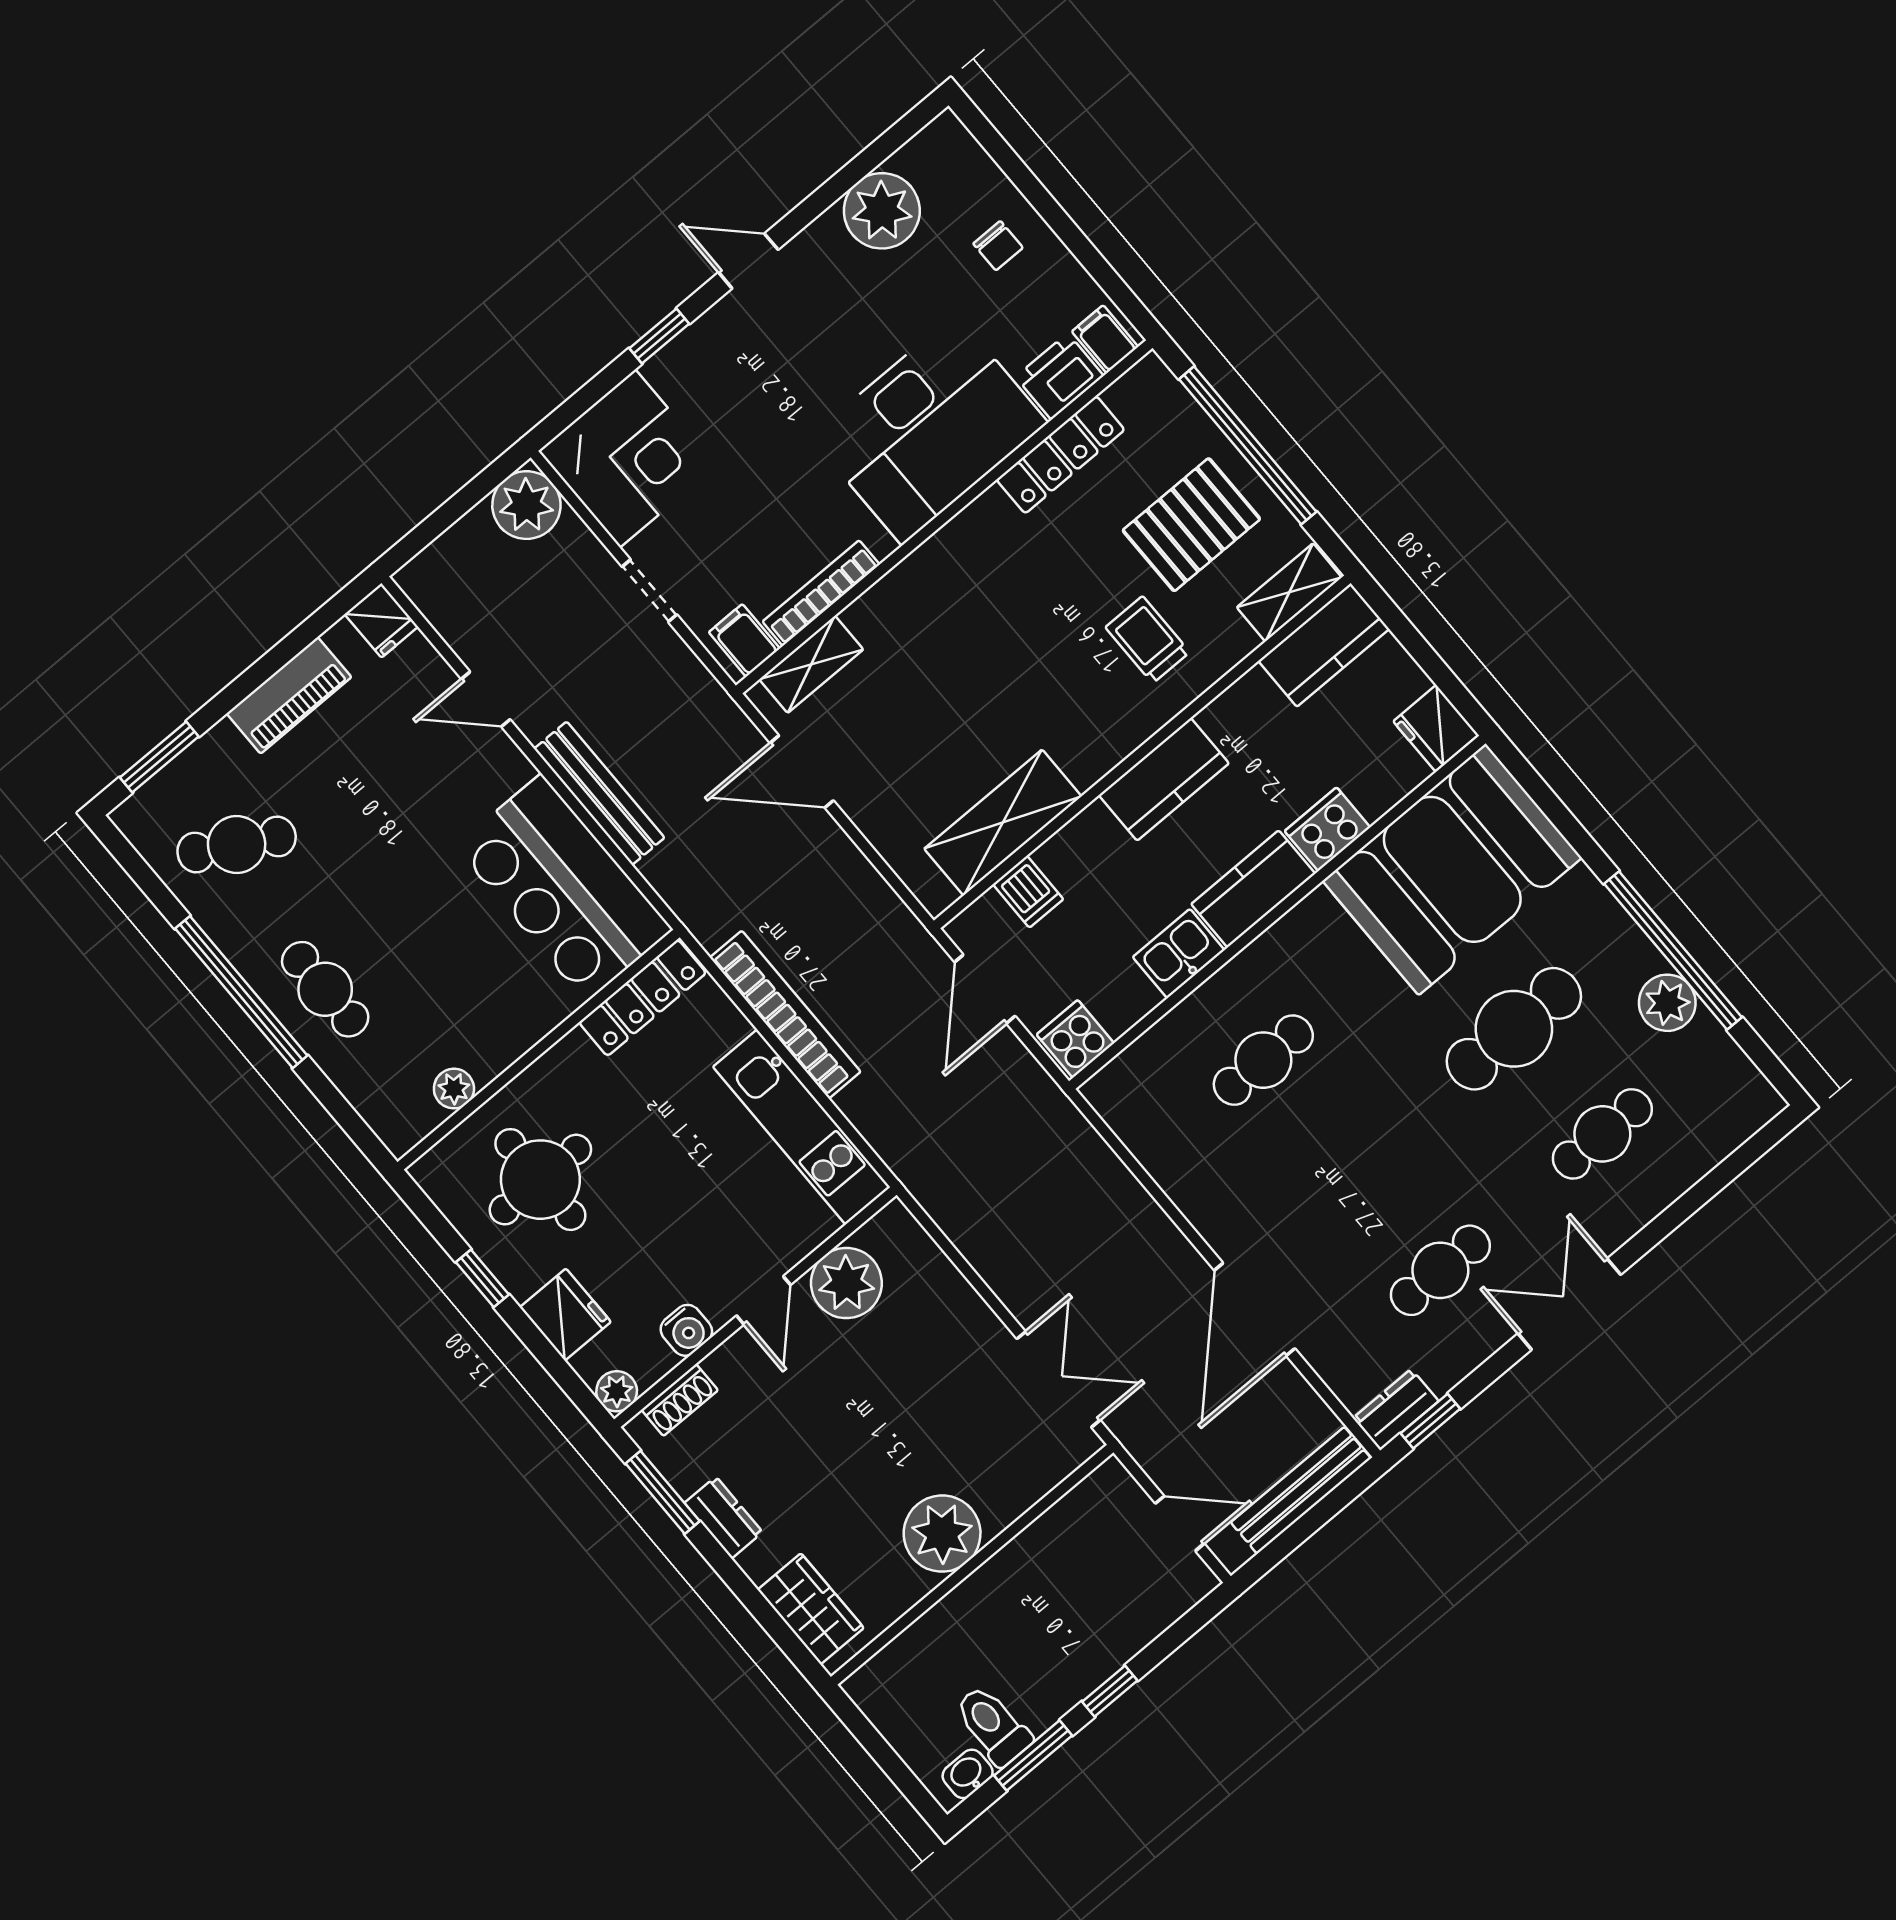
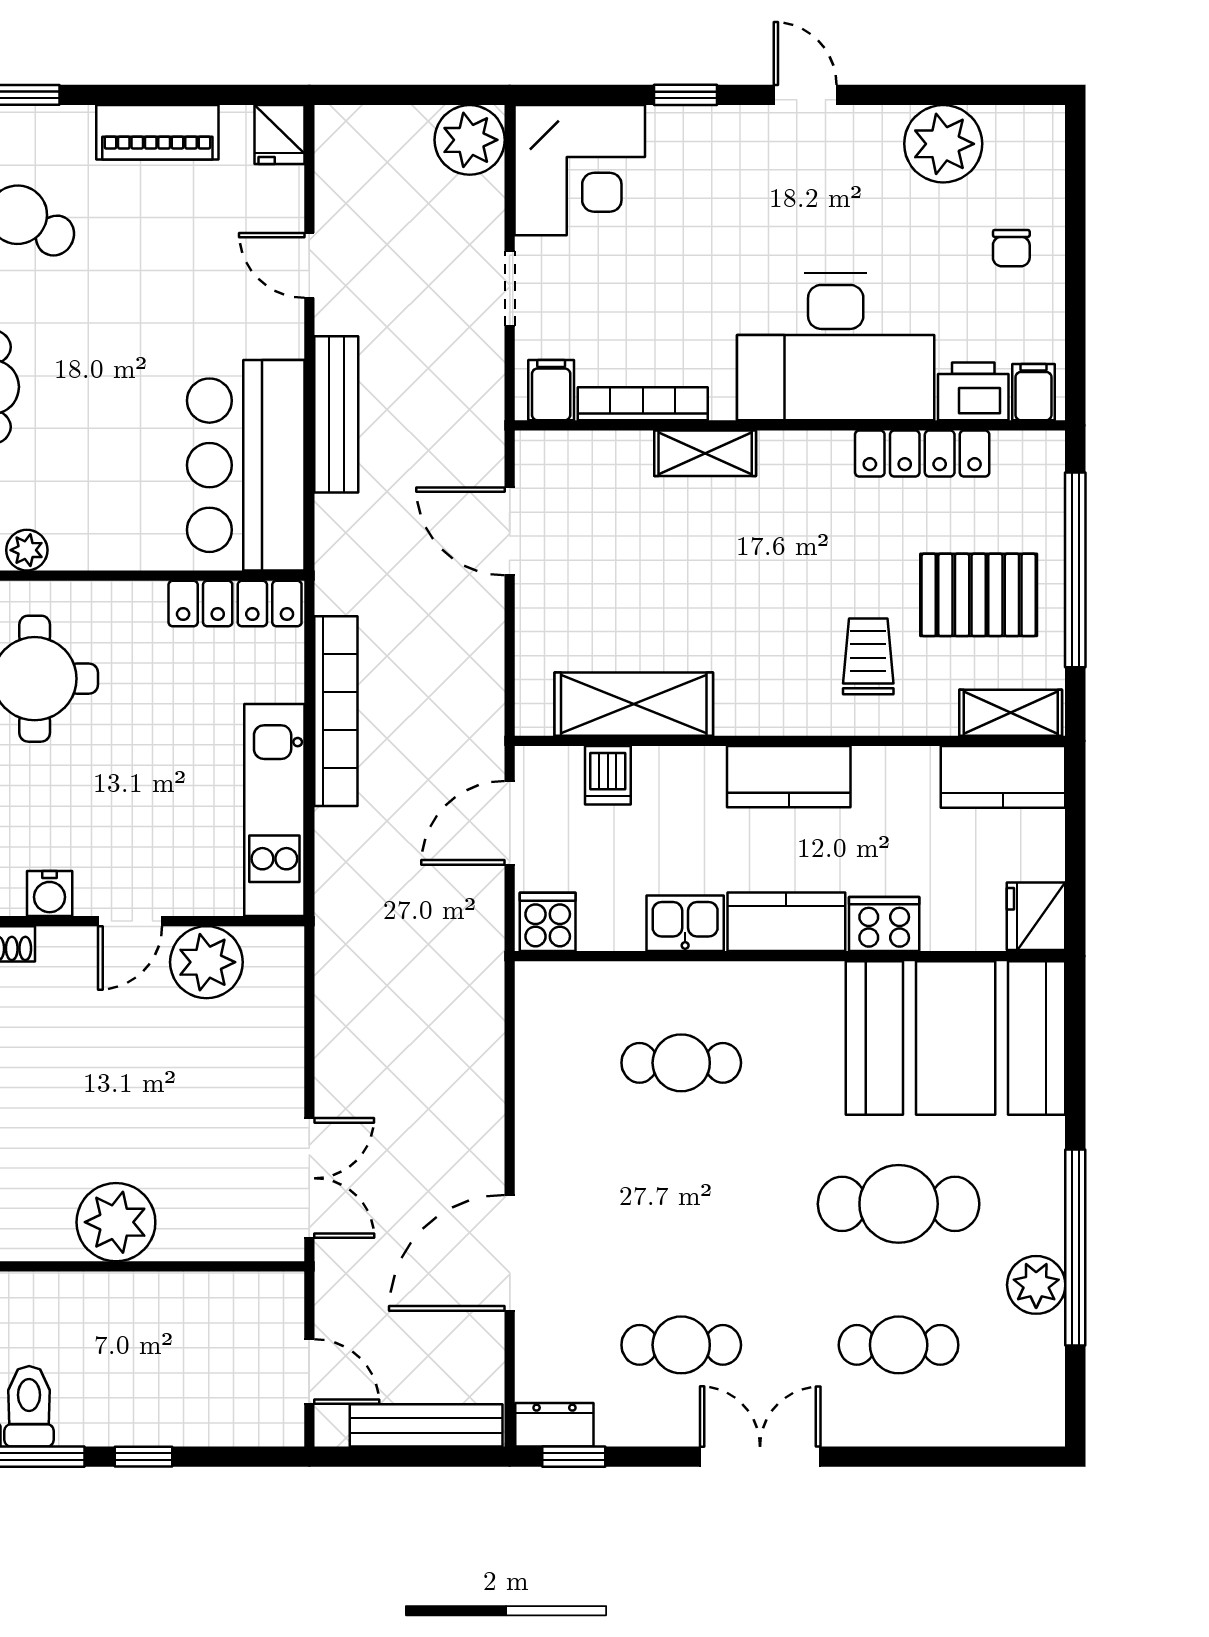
shelving: (811, 664) -> (705, 453), moved

